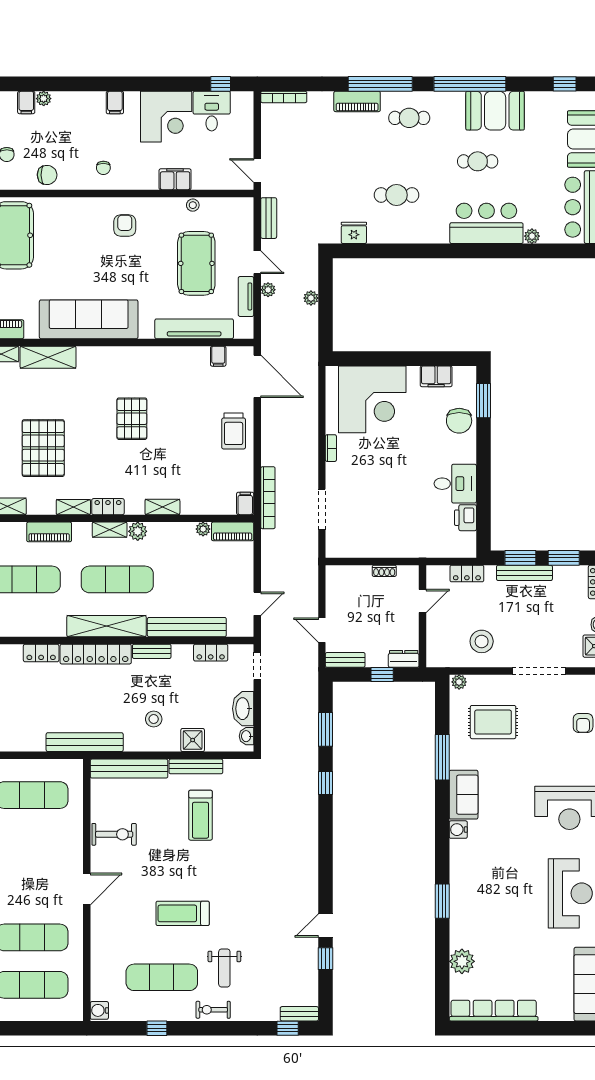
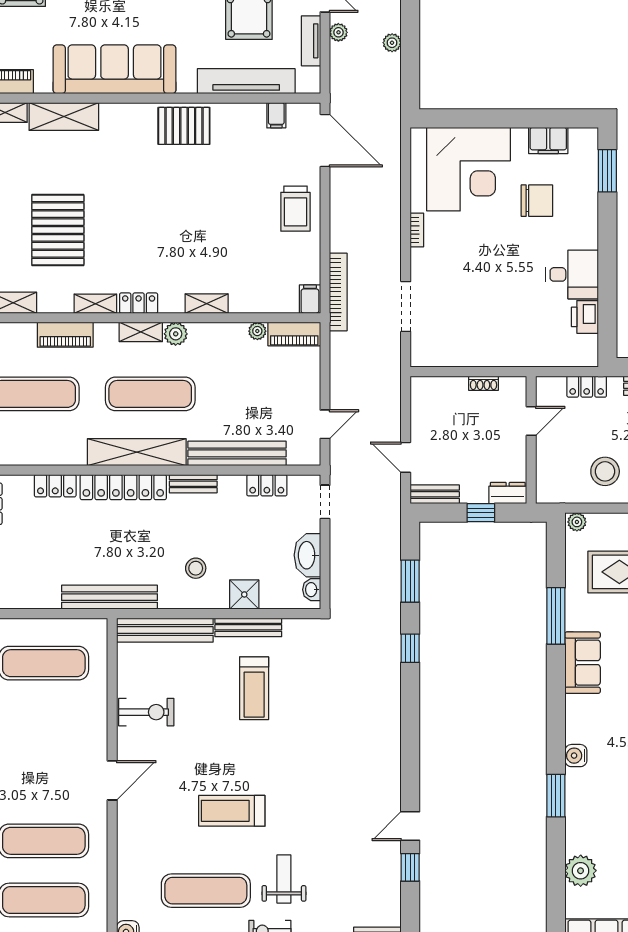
pallet: (132, 419) -> (184, 126), moved, turned 90
chair: (459, 421) -> (537, 201), moved, turned -90
water cooler: (458, 830) -> (576, 756), moved
weight bench: (224, 968) -> (284, 879), turned 180

